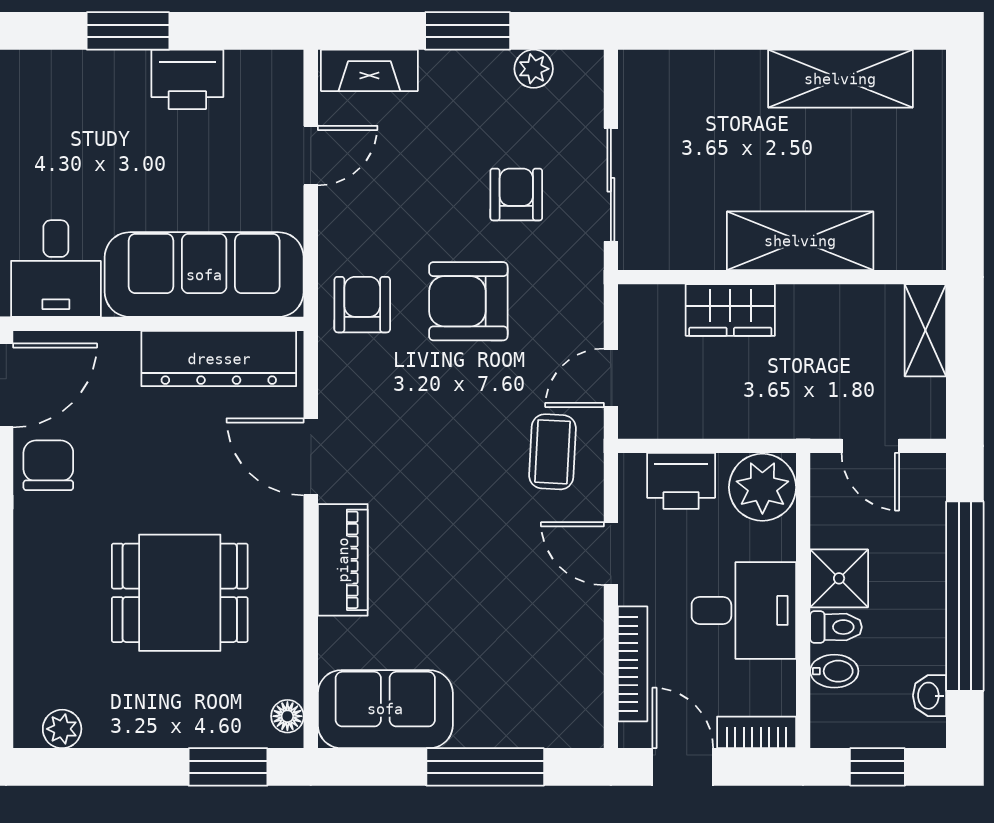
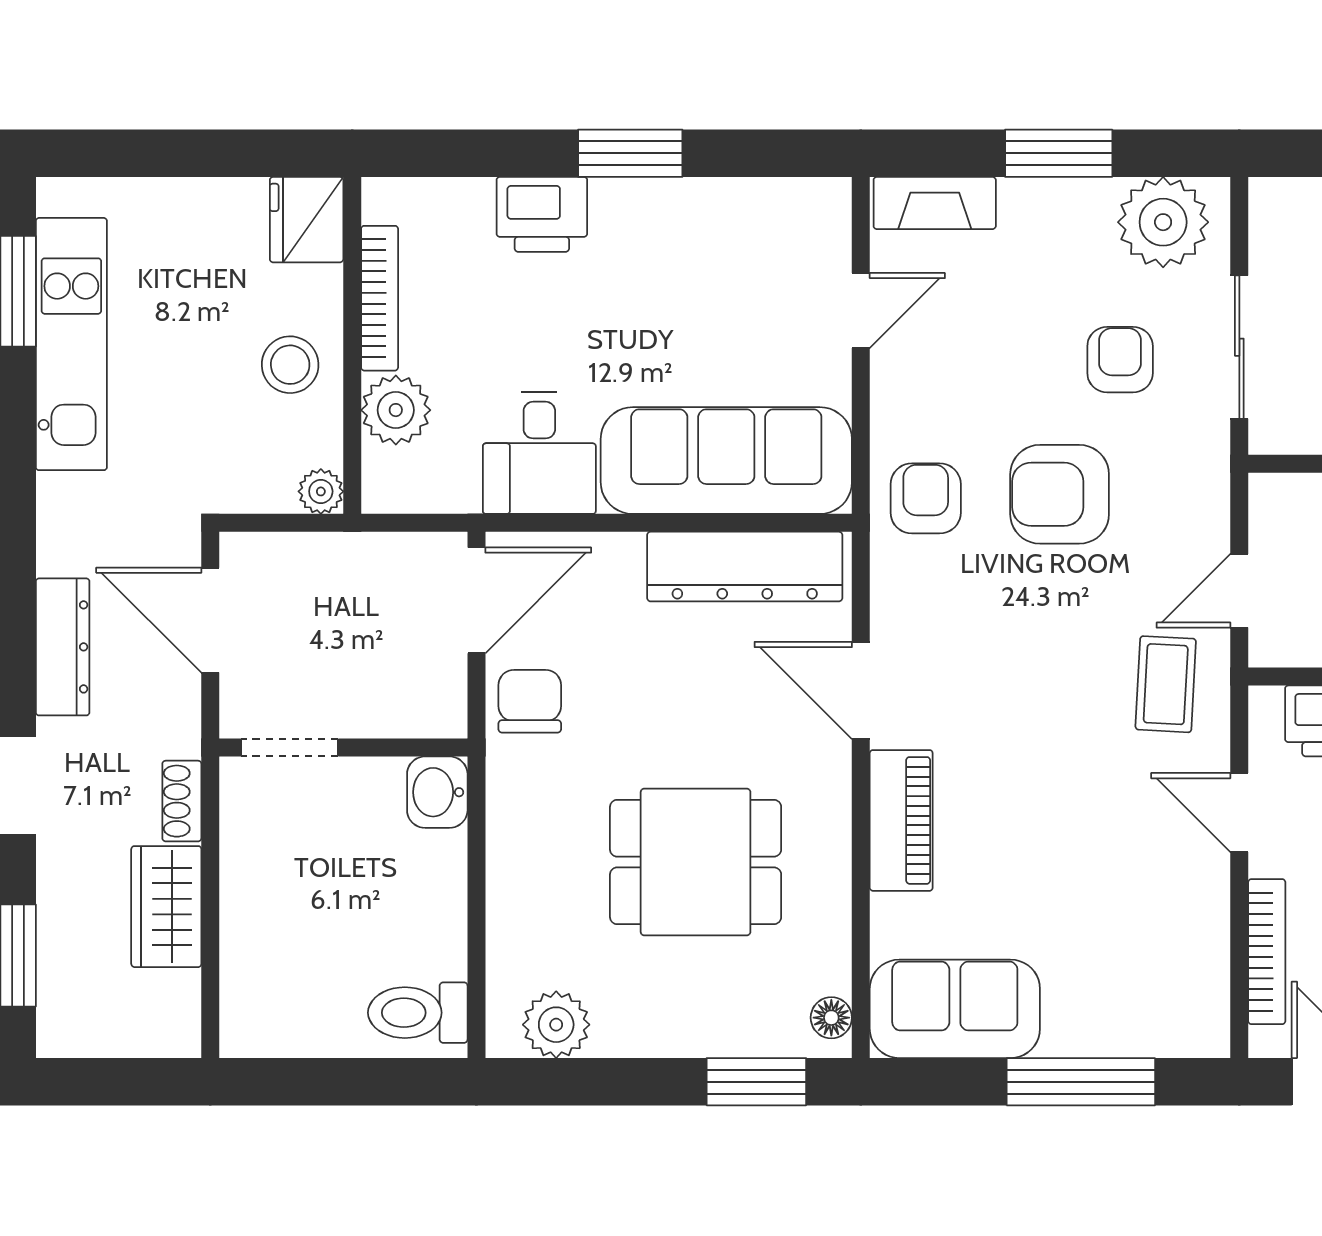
plant: (534, 69) -> (1163, 222), width x1.87, depth x1.87
printer: (187, 79) -> (542, 214), moved
plant: (62, 729) -> (556, 1025), width x1.38, depth x1.38

